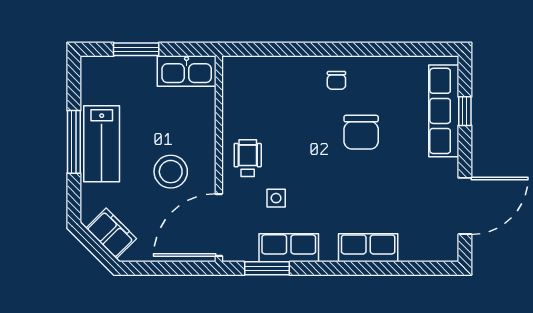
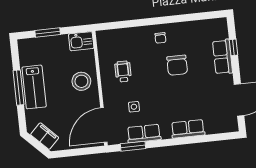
kitchen sink: (187, 71) -> (81, 41), width x0.73
row of seats: (444, 111) -> (223, 57), width x0.68
wheelchair: (248, 158) -> (123, 71), moved
stool: (171, 172) -> (81, 81), moved

